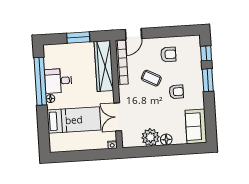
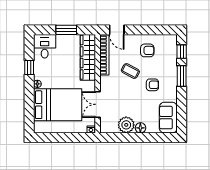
door: (134, 34) -> (117, 30), hinge flipped
window: (40, 81) -> (29, 68), width x0.32
desk: (58, 81) -> (45, 46), moved, turned 90
bed: (74, 120) -> (58, 105), width x1.50

